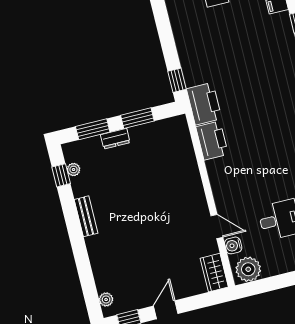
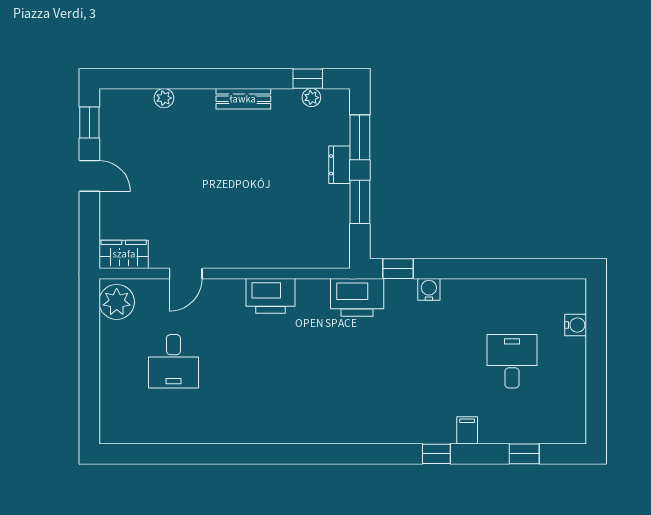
printer: (212, 141) -> (271, 296), moved
water cooler: (233, 245) -> (429, 289), moved
plant: (106, 299) -> (164, 98), moved

